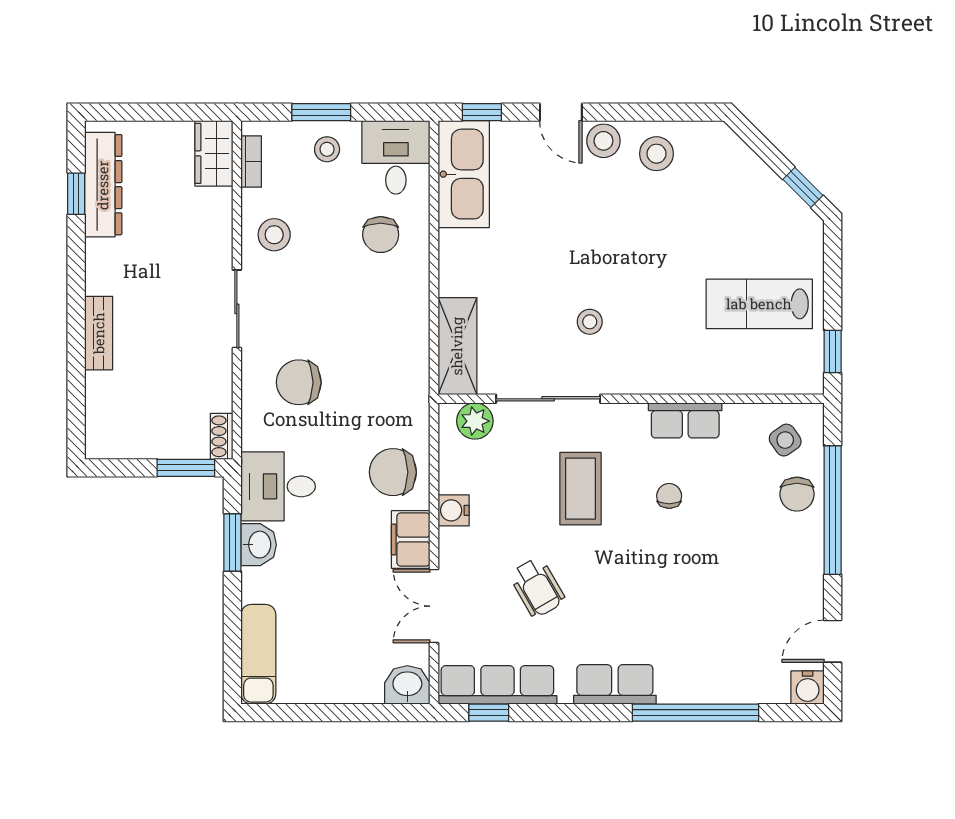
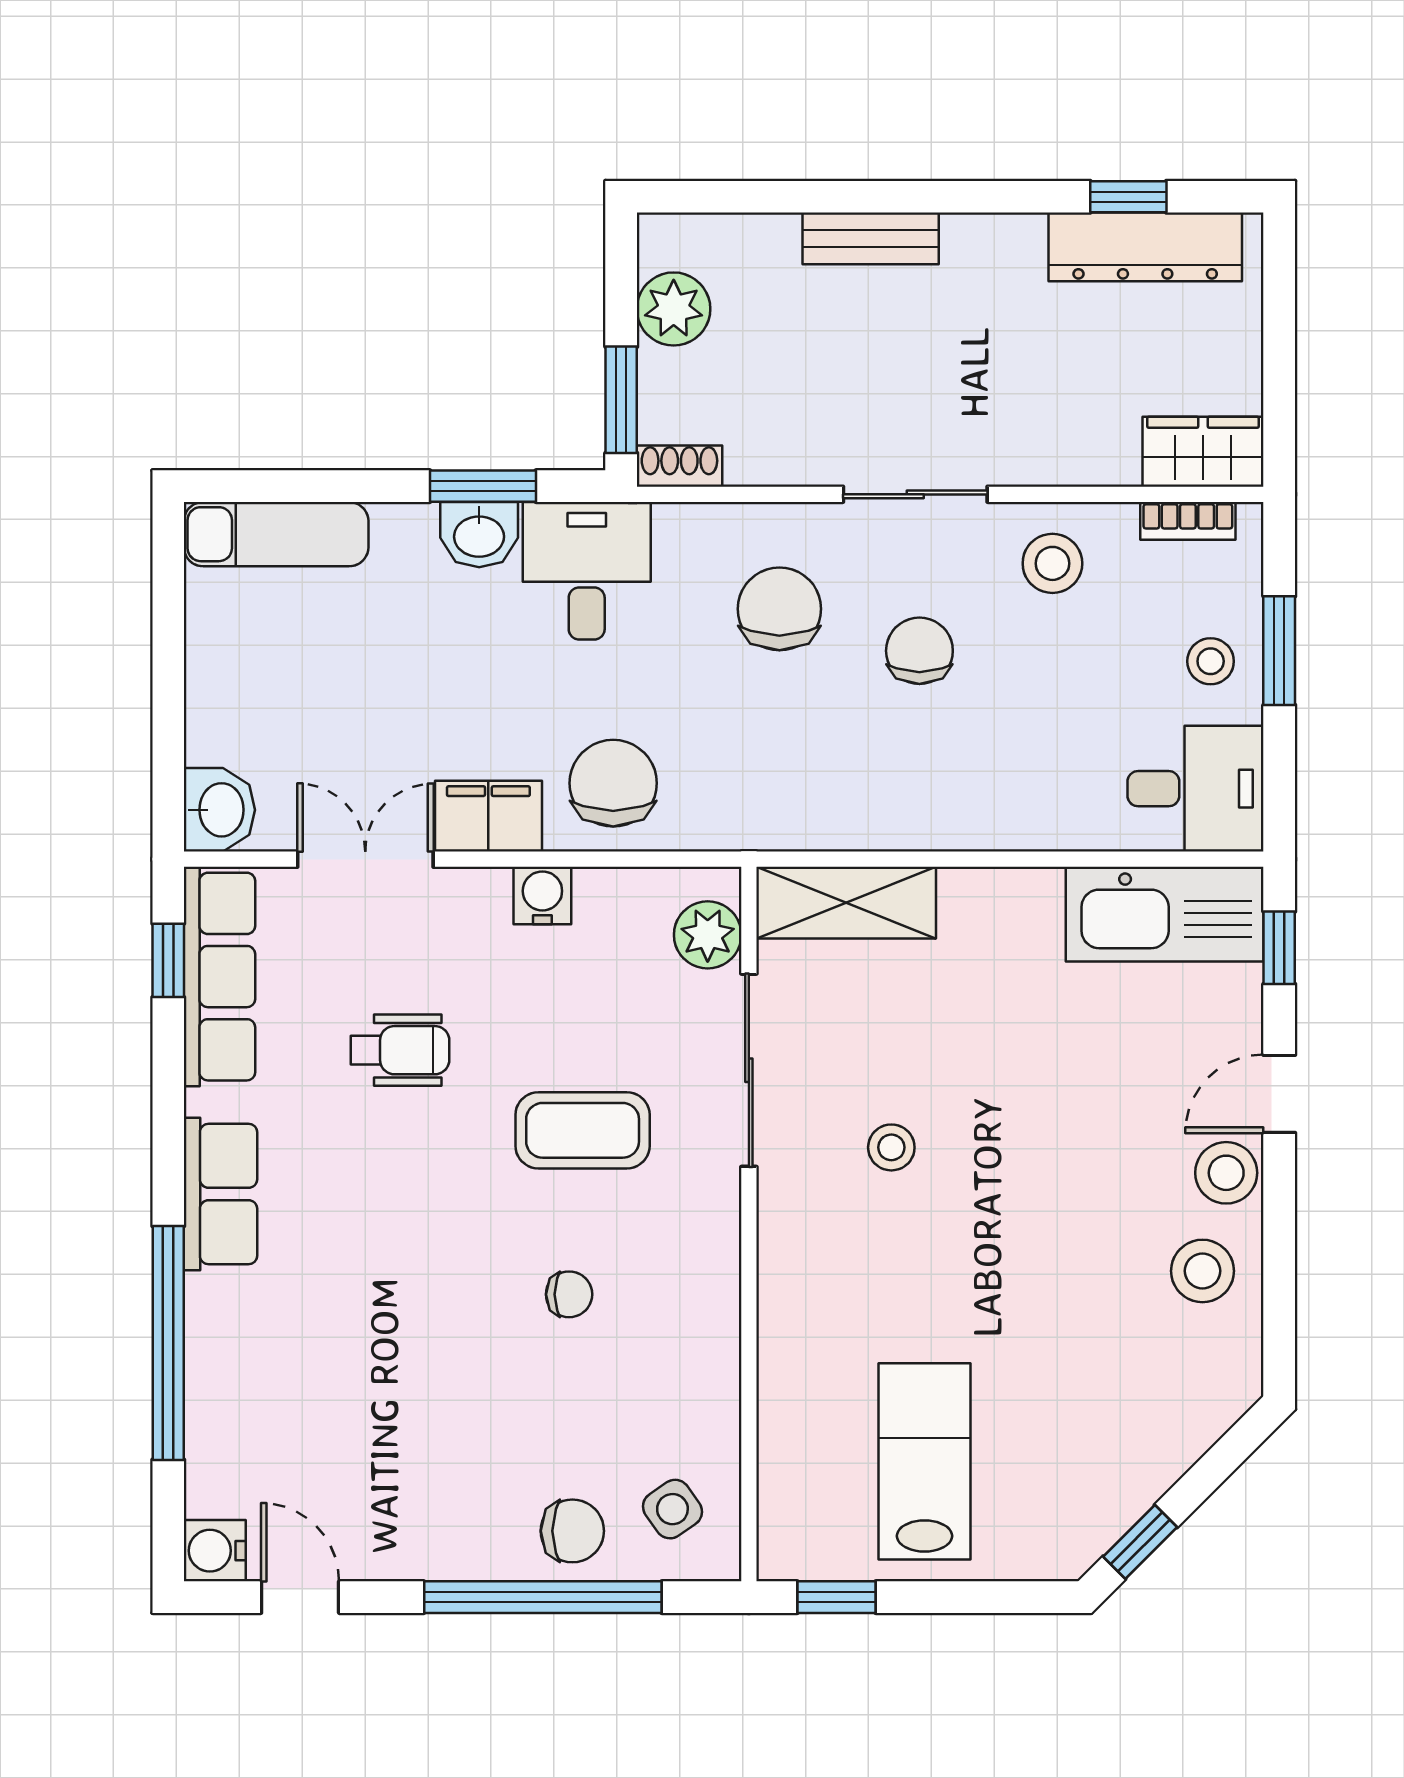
chair: (381, 235) -> (919, 651), moved, turned 90
row of seats: (685, 420) -> (709, 1324), removed
plant: (137, 439) -> (674, 309), added
chair: (797, 494) -> (572, 1531), turned 180
wheelchair: (537, 587) -> (400, 1050), turned -150

